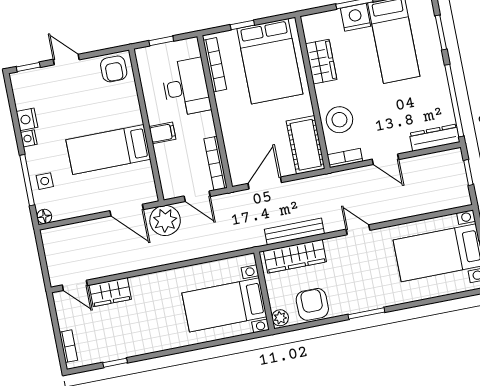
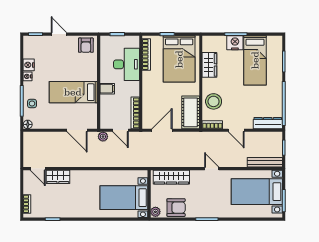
plant: (165, 220) -> (103, 137), width x0.53, depth x0.53
bench: (294, 231) -> (265, 162), moved
armchair: (312, 304) -> (176, 208), turned 90

